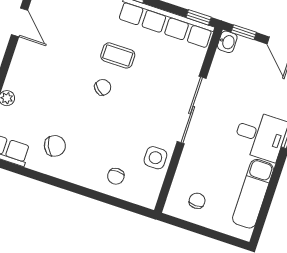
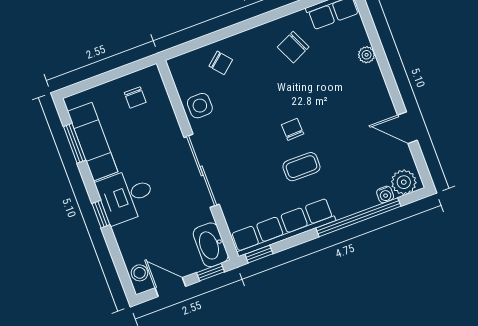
washbasin: (227, 42) -> (211, 245), width x1.91, depth x1.45
chair: (103, 87) -> (293, 129), turned 136
chair: (116, 176) -> (221, 63), turned 140
window: (267, 203) -> (75, 143), added

